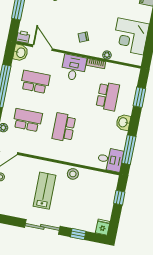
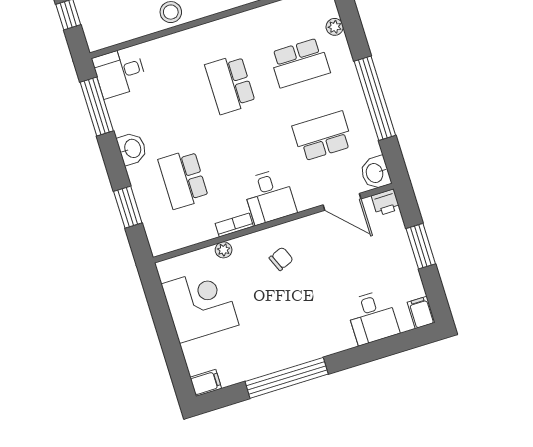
school desk: (35, 82) -> (323, 136), turned 180
school desk: (64, 127) -> (230, 84), turned 180

